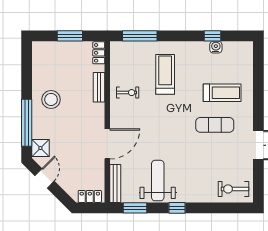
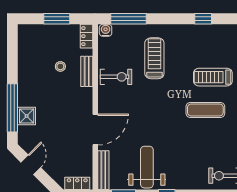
water cooler: (216, 47) -> (106, 30), moved
exercise bike: (128, 93) -> (116, 77), width x1.38, depth x1.39
treadmill: (222, 93) -> (213, 77), turned 180
stool: (51, 99) -> (60, 66), moved, width x0.53, depth x0.53
shower: (40, 148) -> (27, 116), moved

